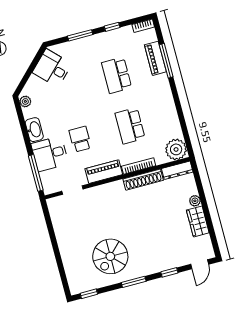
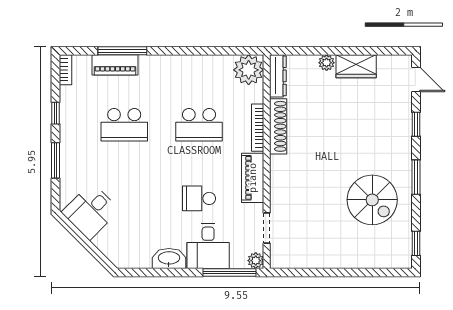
plant: (25, 101) -> (256, 261), moved

